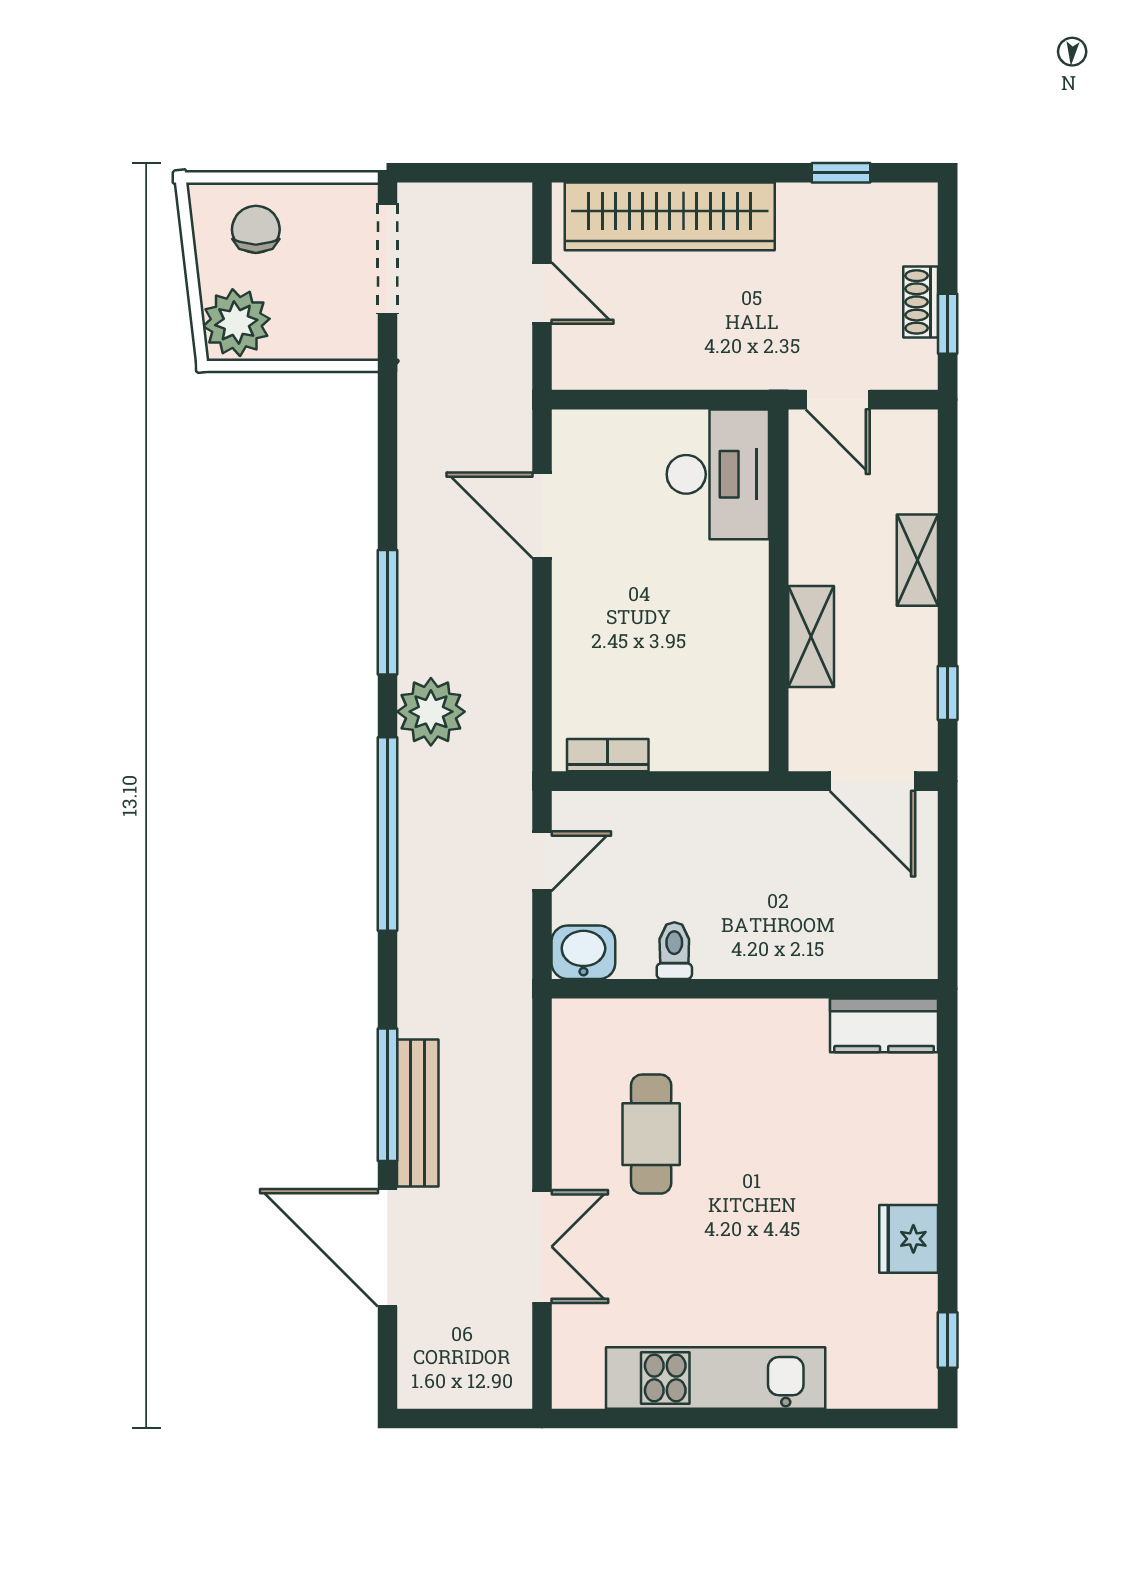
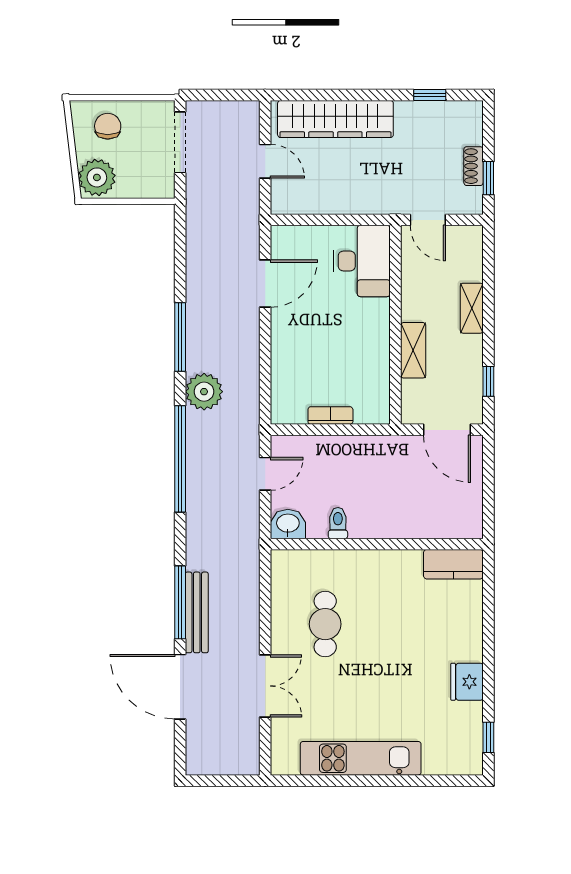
door: (542, 515) -> (265, 284), swing flipped
bookcase: (608, 755) -> (330, 416), moved

